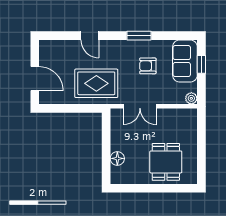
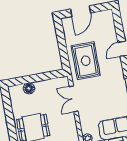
armchair: (148, 66) -> (107, 99), removed

